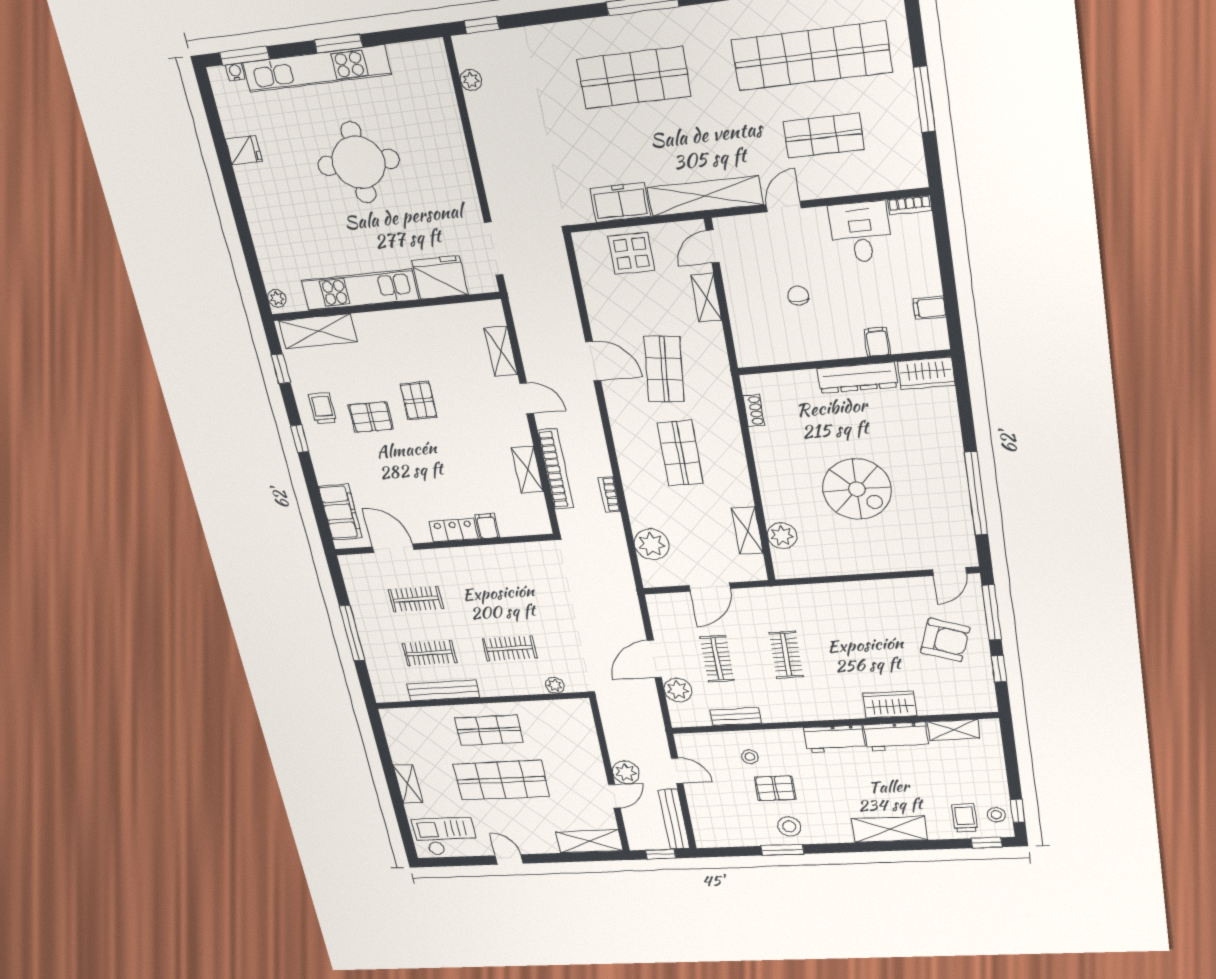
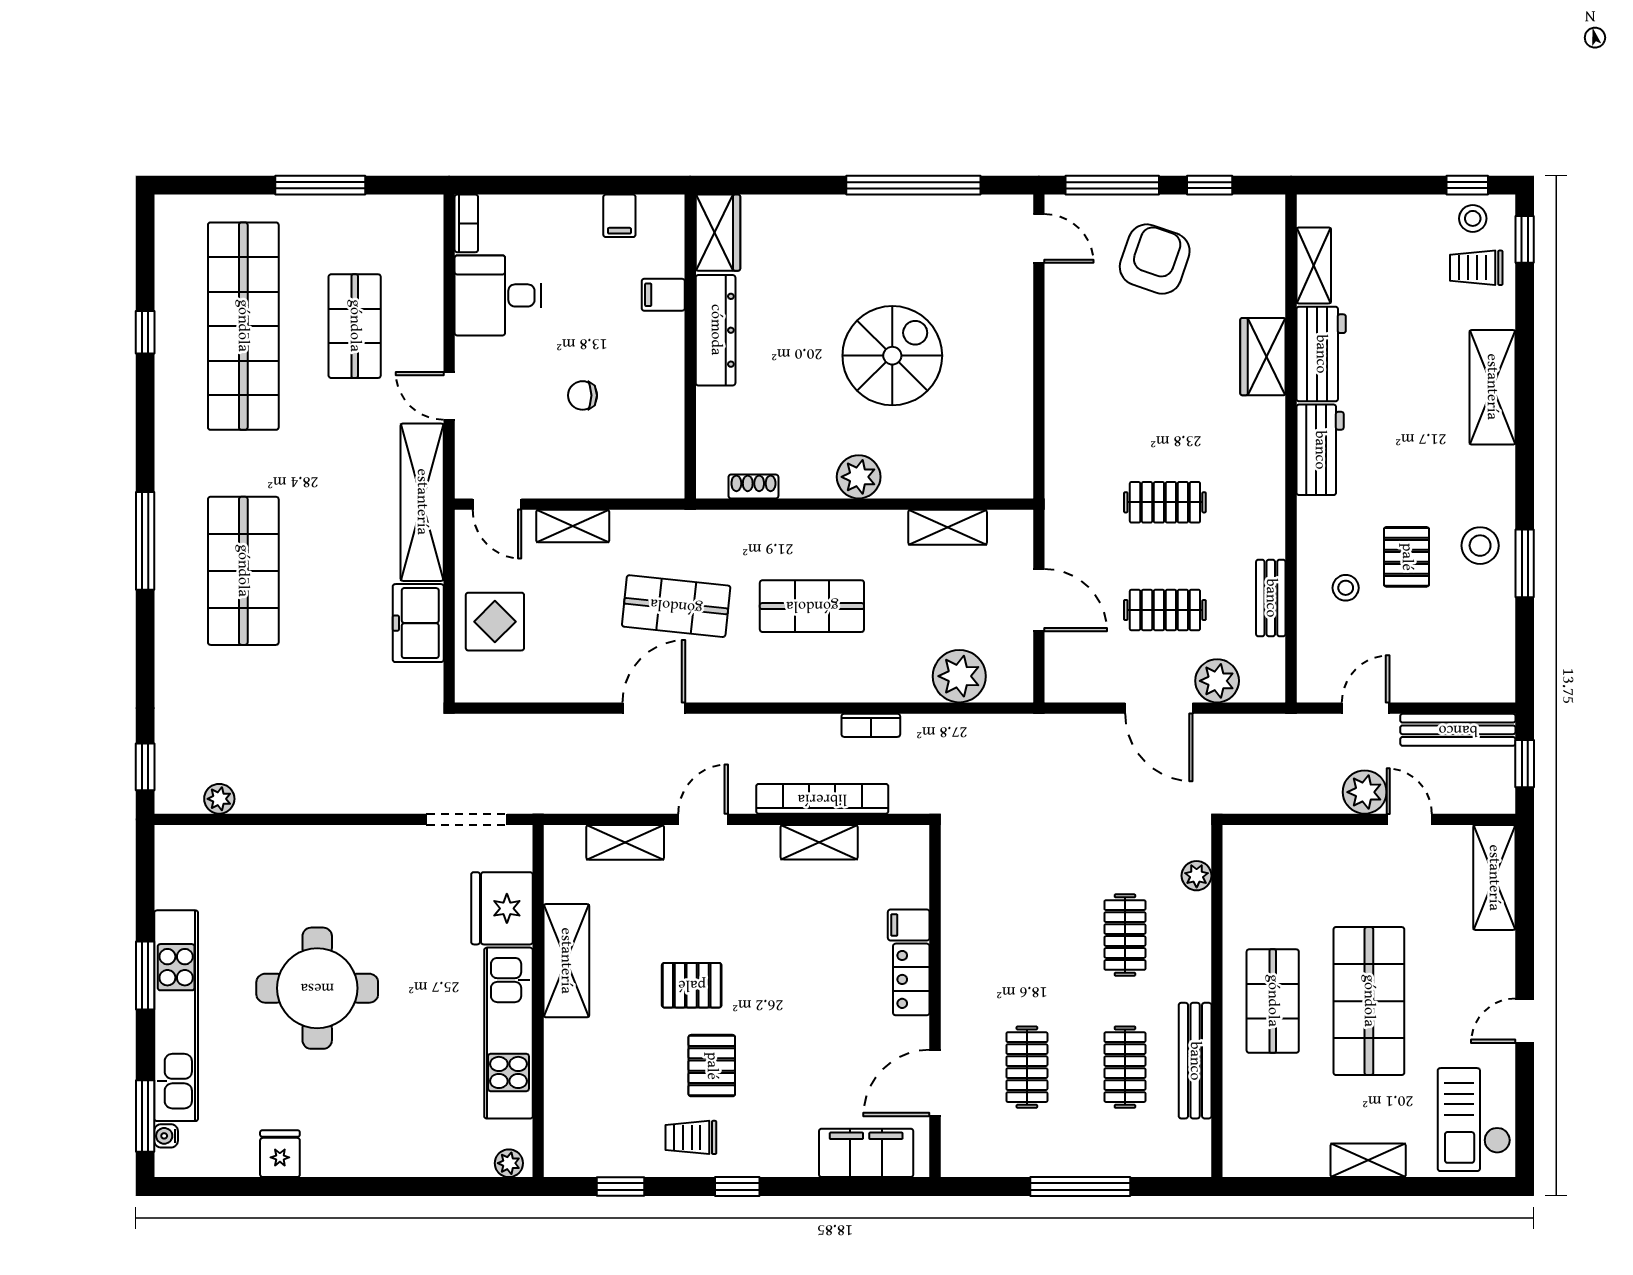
shelving: (318, 331) -> (566, 961), moved
plant: (782, 536) -> (859, 477), moved

